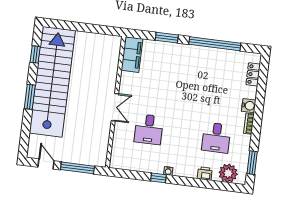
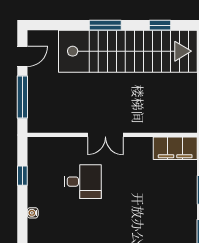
desk: (149, 129) -> (83, 182), turned 180
window: (158, 178) -> (22, 176), moved

